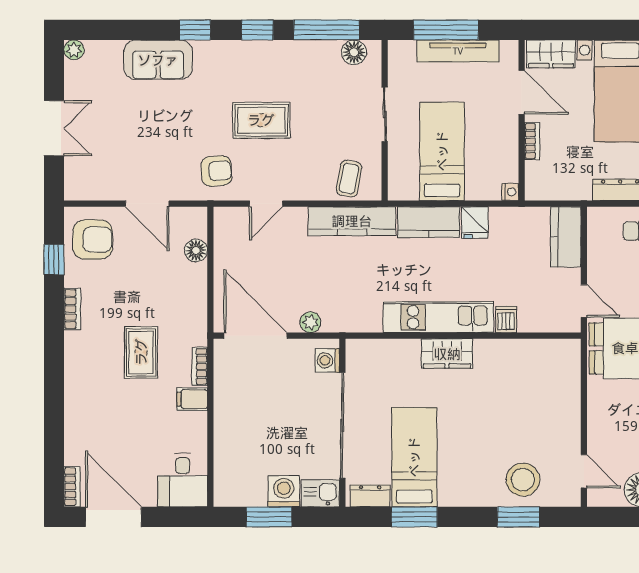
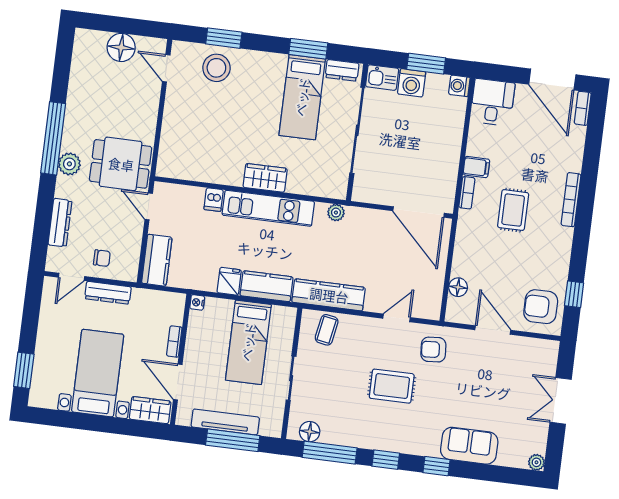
bookcase: (72, 309) -> (571, 200), moved, width x1.56
plant: (310, 322) -> (336, 213), moved
washing machine: (327, 360) -> (459, 86), moved, turned 180

